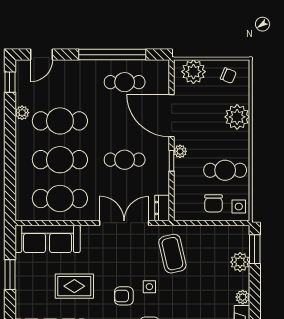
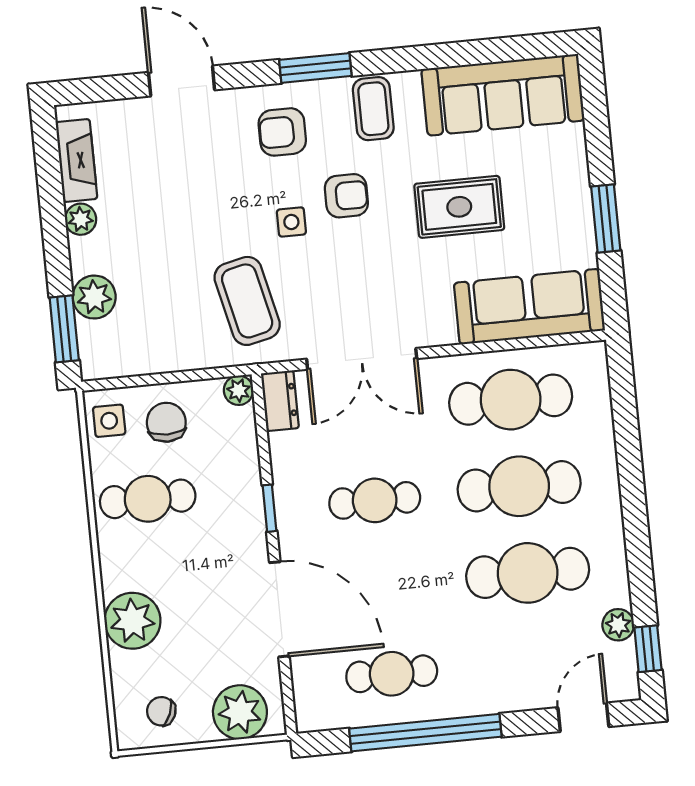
plant: (22, 113) -> (618, 625), moved
plant: (180, 151) -> (239, 390), moved

